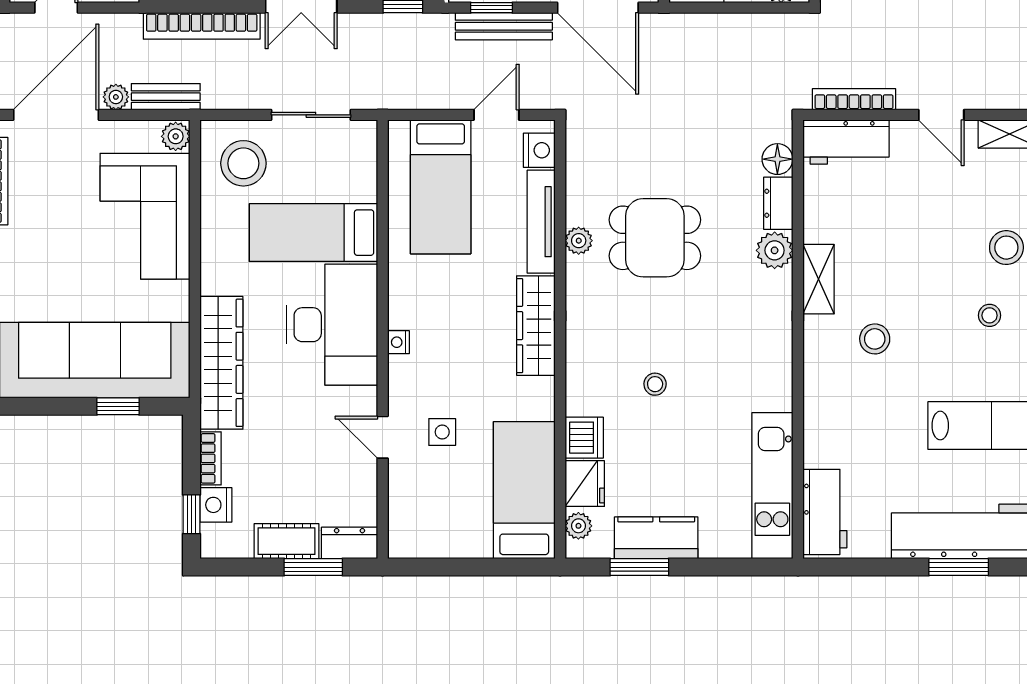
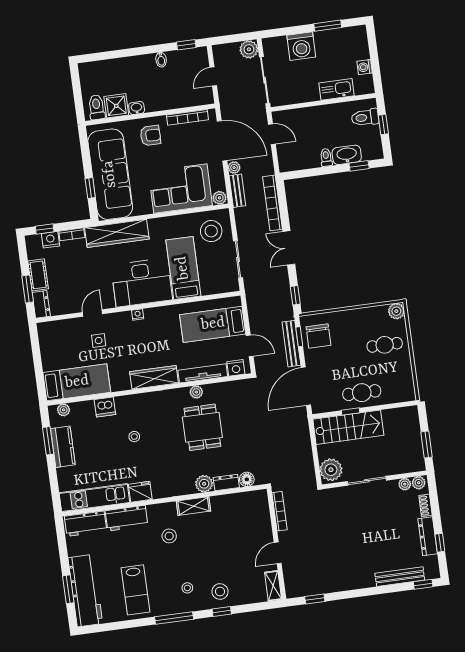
workbench: (846, 142) -> (127, 518), moved, turned -90
armchair: (24, 264) -> (150, 135), added
fridge: (585, 484) -> (140, 492), moved, turned 180

